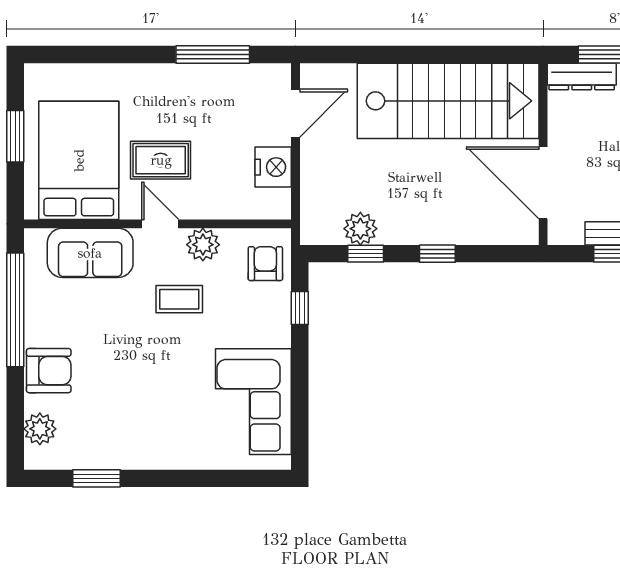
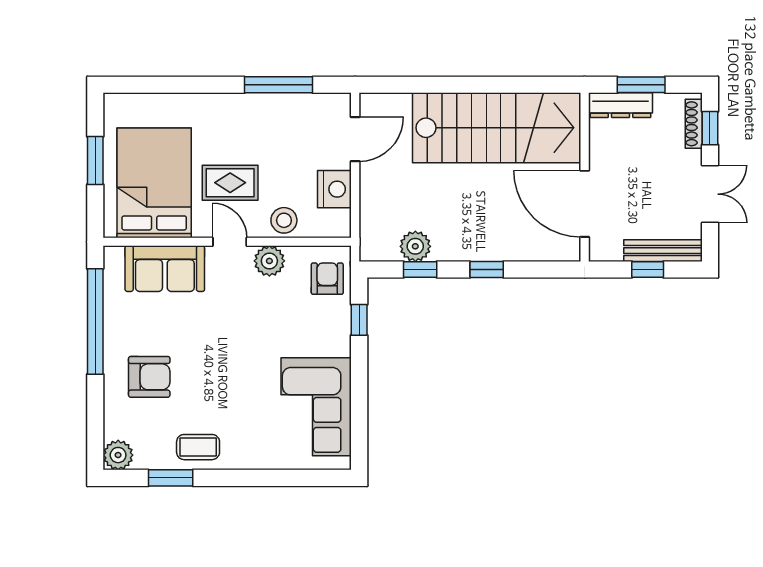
stool: (219, 201) -> (284, 220), added
coffee table: (179, 299) -> (198, 447), moved
armchair: (49, 371) -> (149, 377), moved
plant: (40, 429) -> (118, 455), moved

